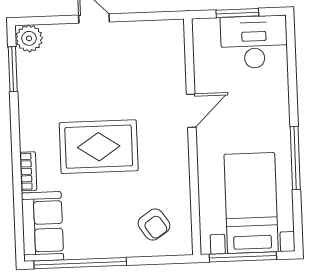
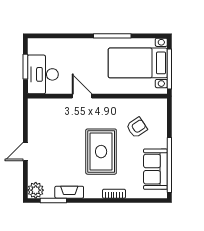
desk: (254, 42) -> (43, 74), moved
fireplace: (28, 95) -> (69, 192), added
armchair: (154, 225) -> (137, 127), moved
sofa: (42, 226) -> (155, 169), moved, turned -90

